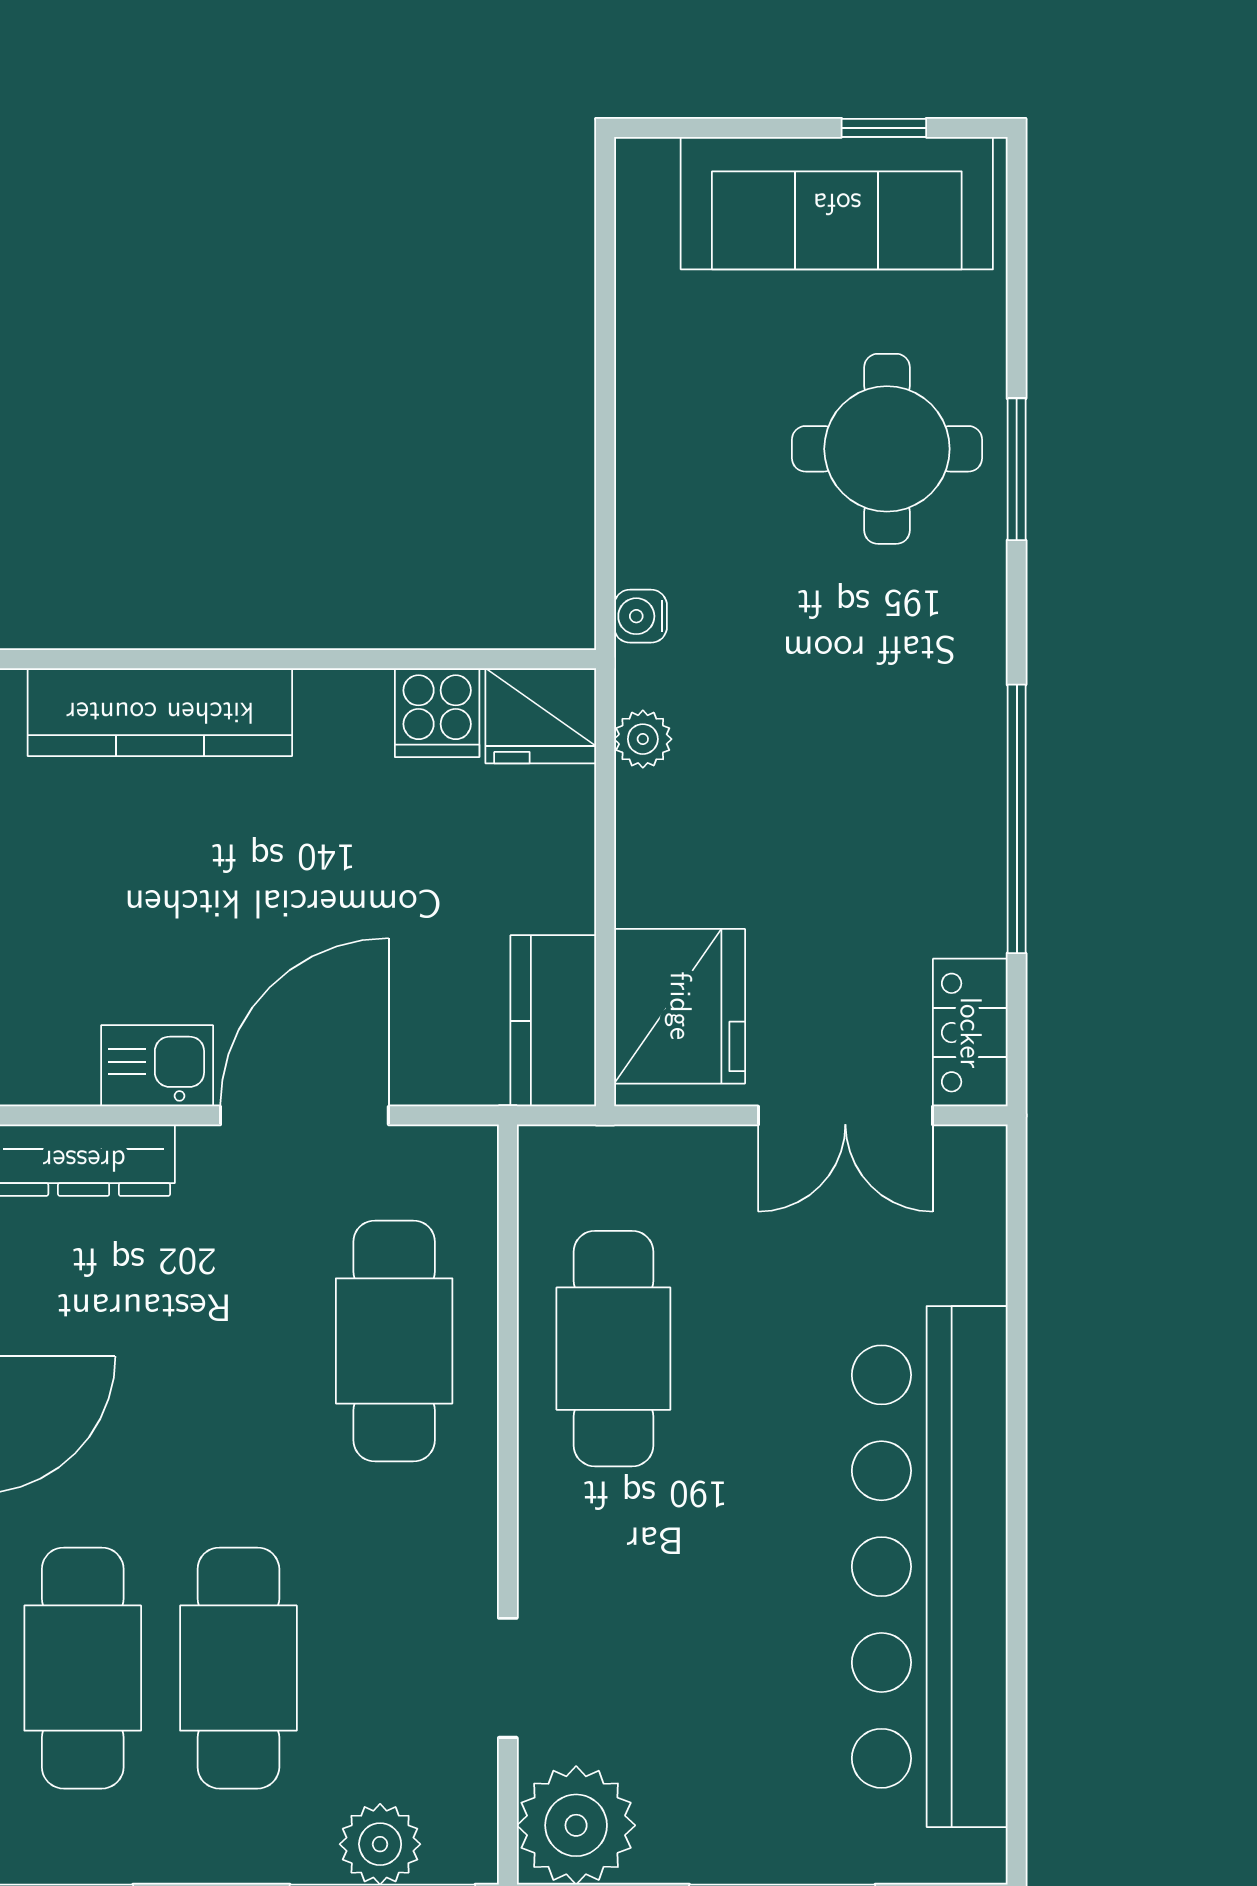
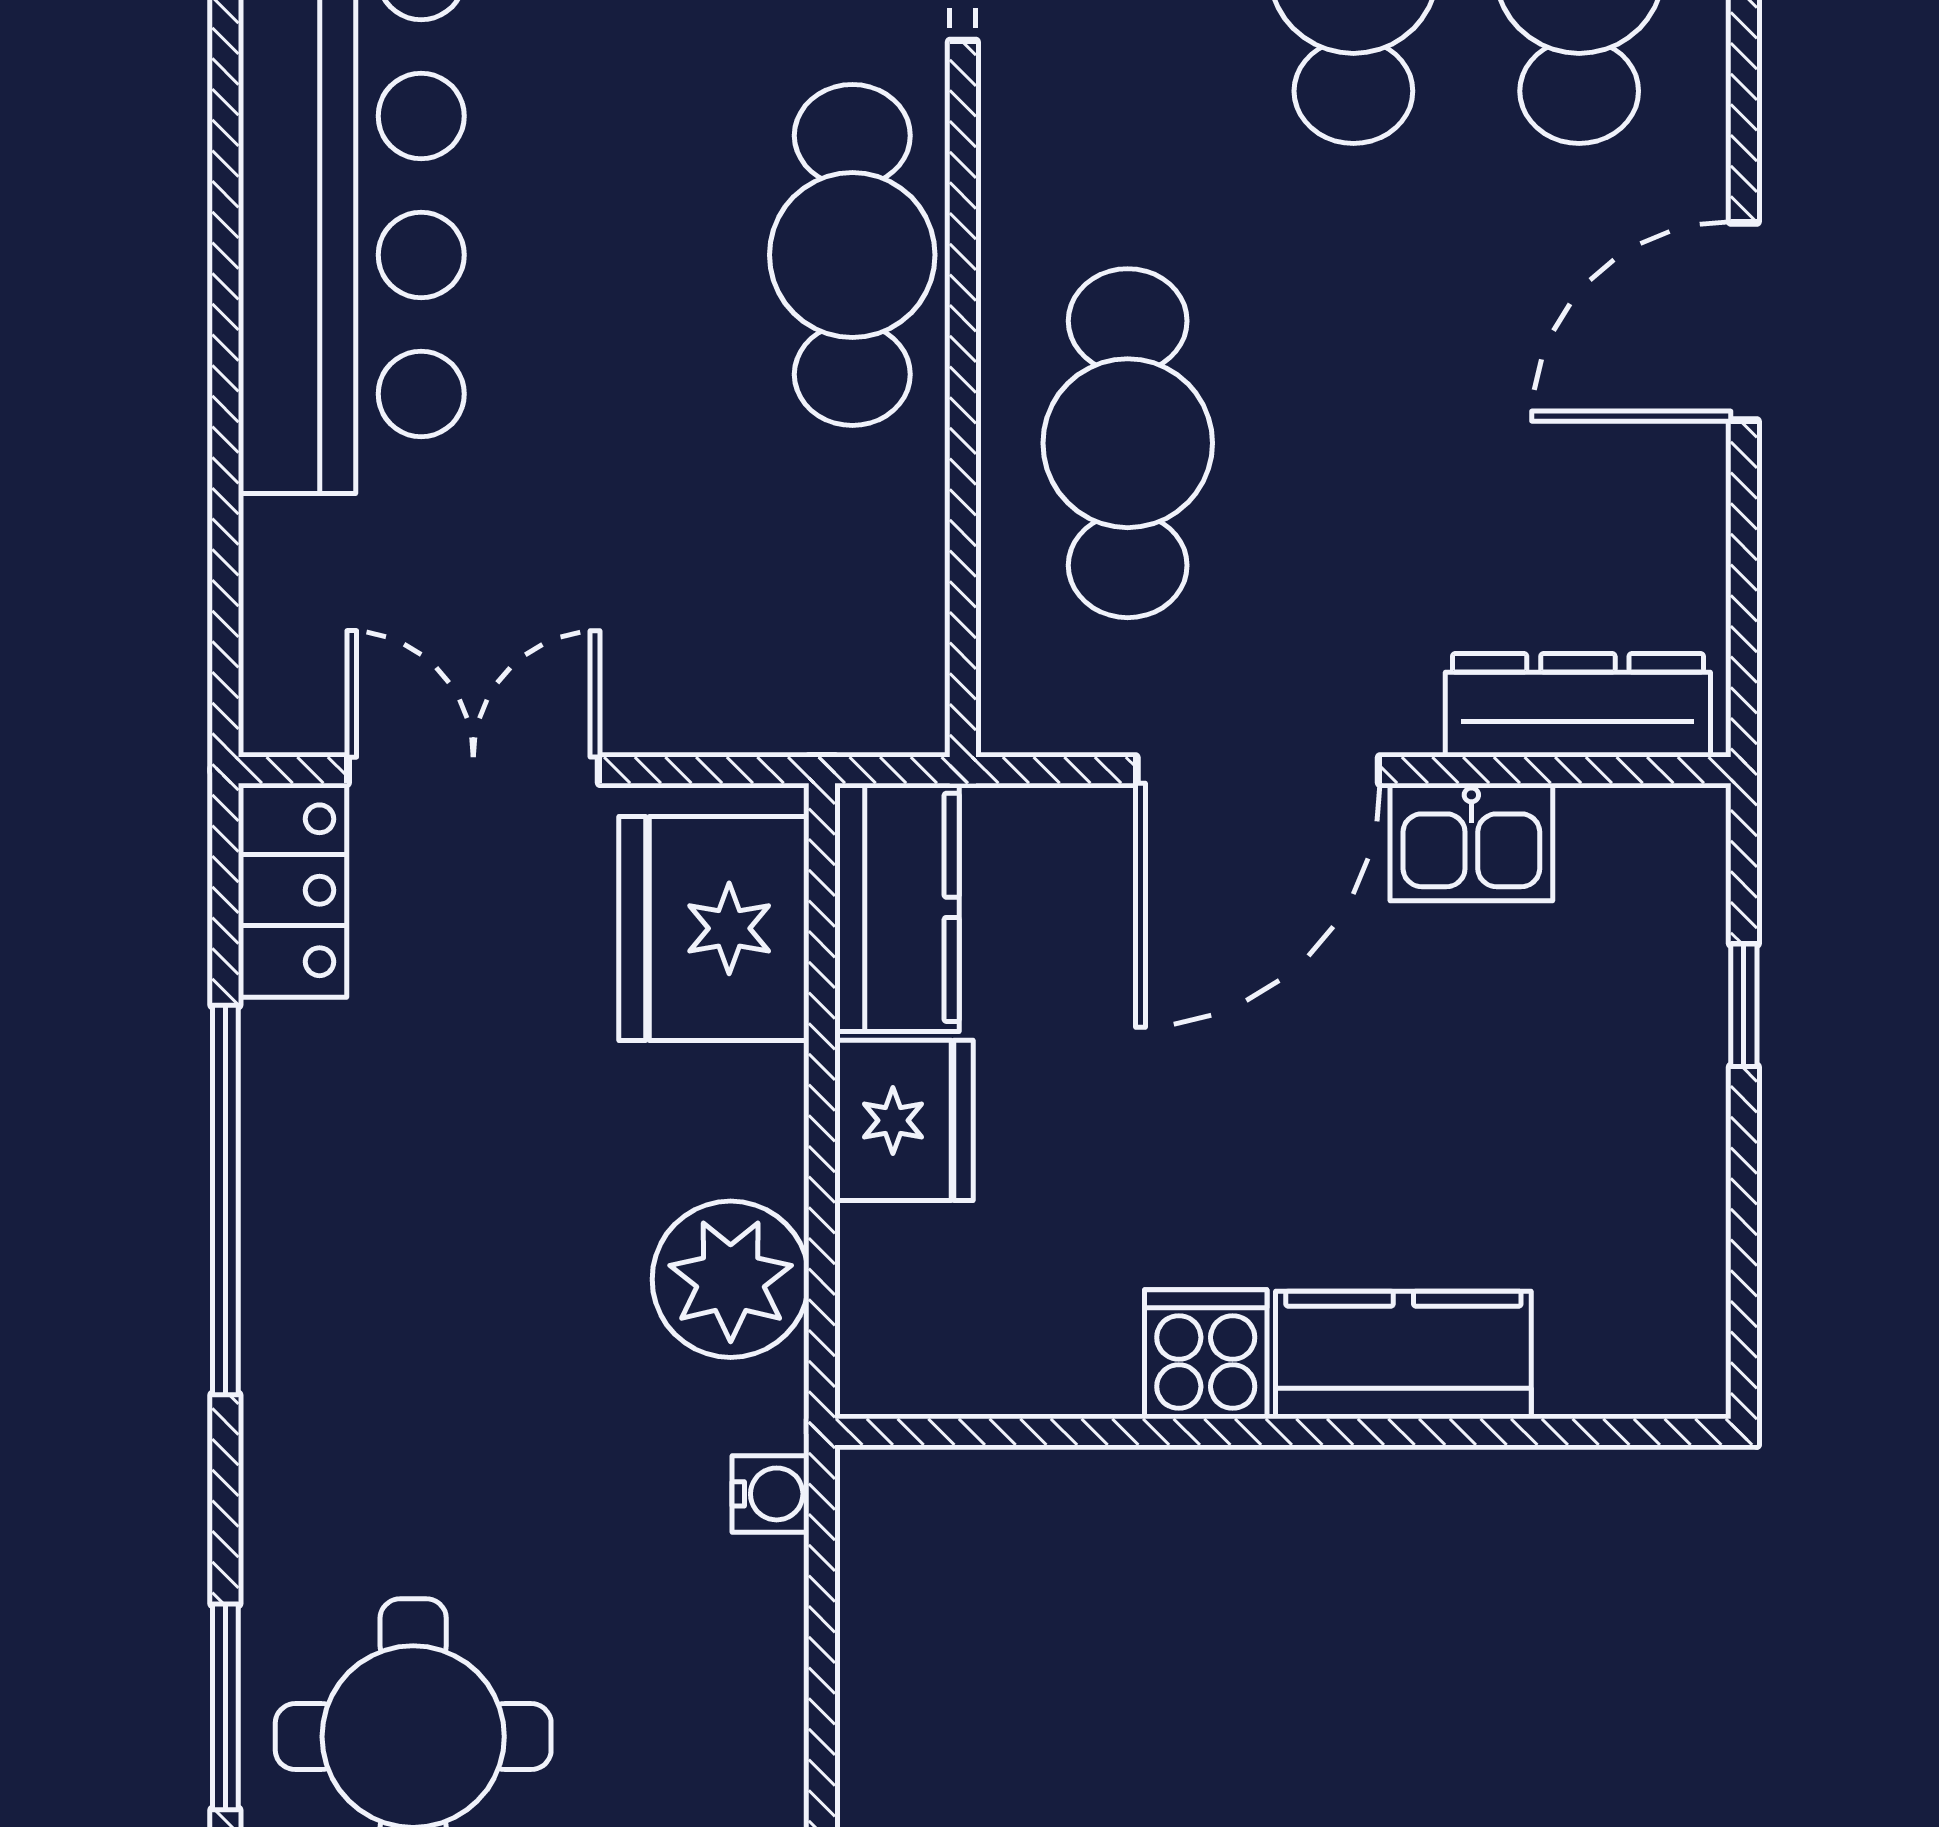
kitchen counter: (160, 712) -> (1403, 1355), width x0.67
cooker: (437, 713) -> (1206, 1354), moved
fridge: (541, 716) -> (904, 1120), moved, turned 90
plant: (643, 739) -> (731, 1279), width x1.87, depth x1.87
cafe table: (613, 1349) -> (852, 255), moved

